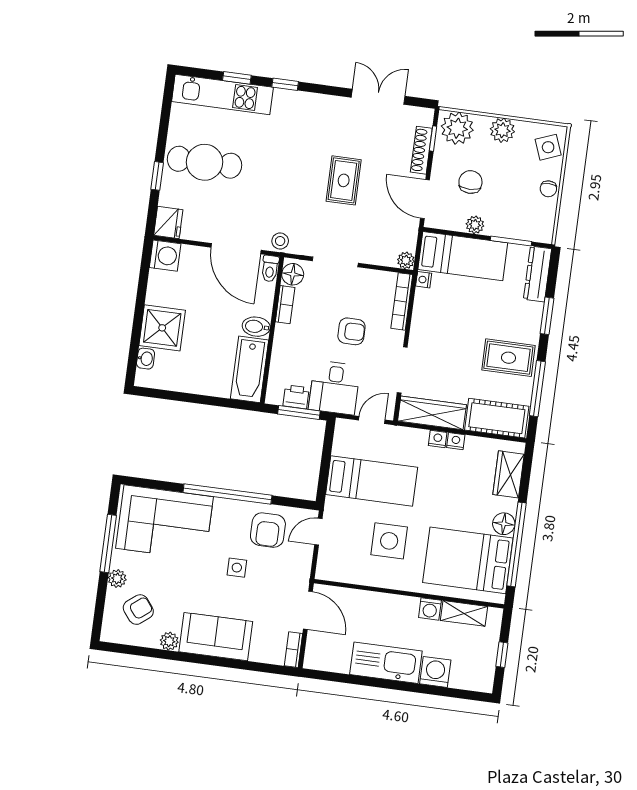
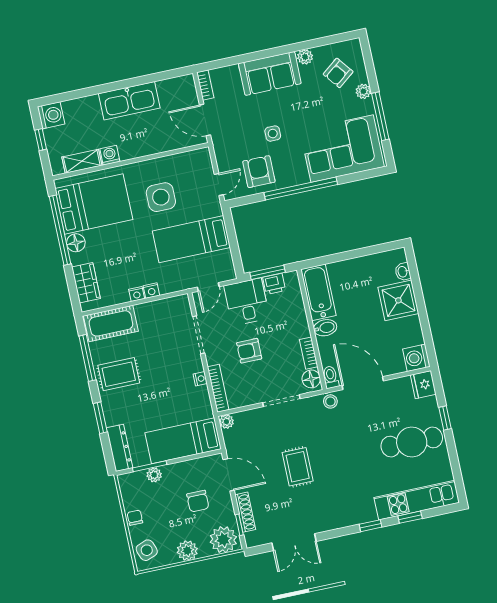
plant: (475, 225) -> (154, 475), moved
nightstand: (424, 280) -> (200, 379), moved
wardrobe: (432, 413) -> (163, 309), removed
washing machine: (435, 672) -> (51, 115), moved, turned -90

